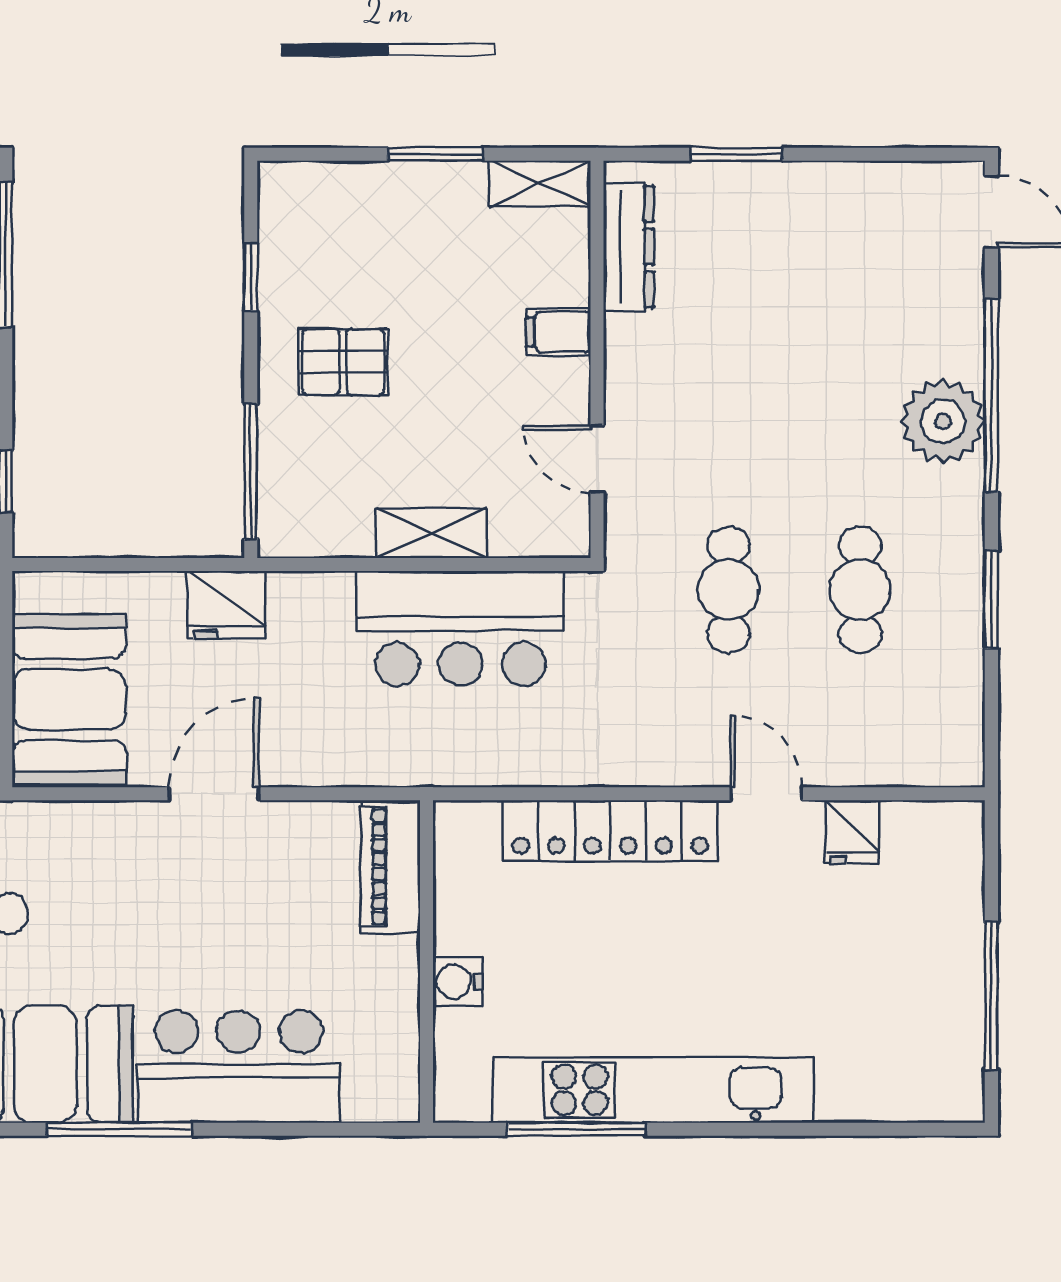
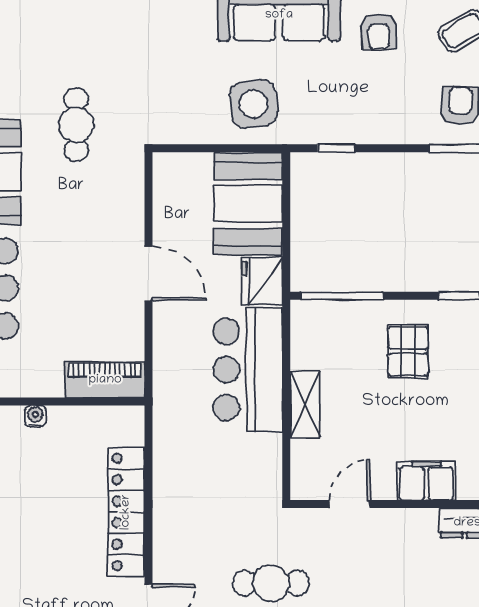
filing cabinet: (558, 332) -> (426, 481), width x2.00
bar counter: (460, 628) -> (248, 369), moved
booth: (69, 699) -> (248, 204), moved, turned 90
water cooler: (458, 982) -> (35, 416), width x0.72, depth x0.72

